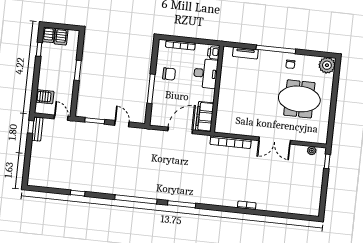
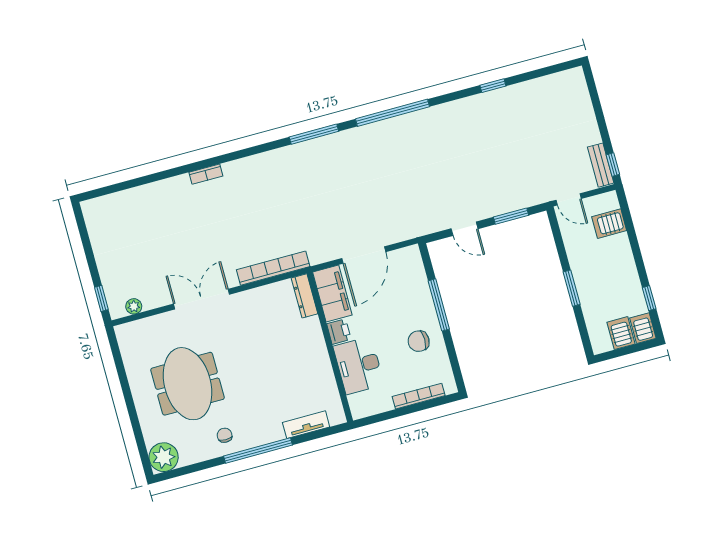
printer: (214, 53) -> (339, 332), moved
meeting table: (299, 99) -> (188, 384), turned 90
dresser: (220, 121) -> (304, 296), added

